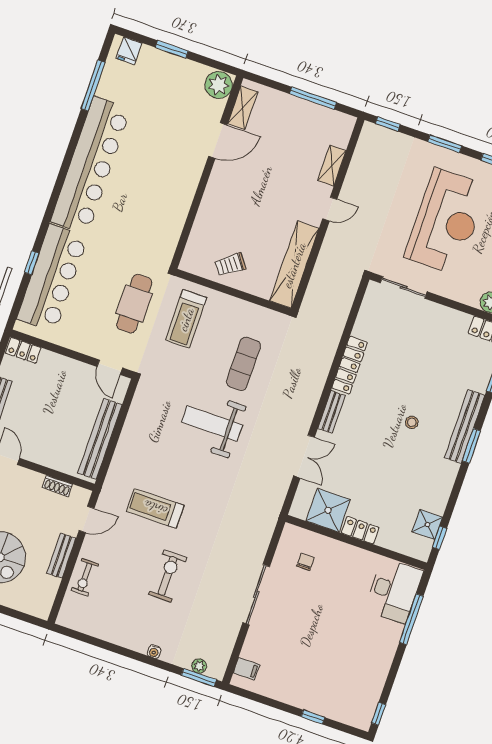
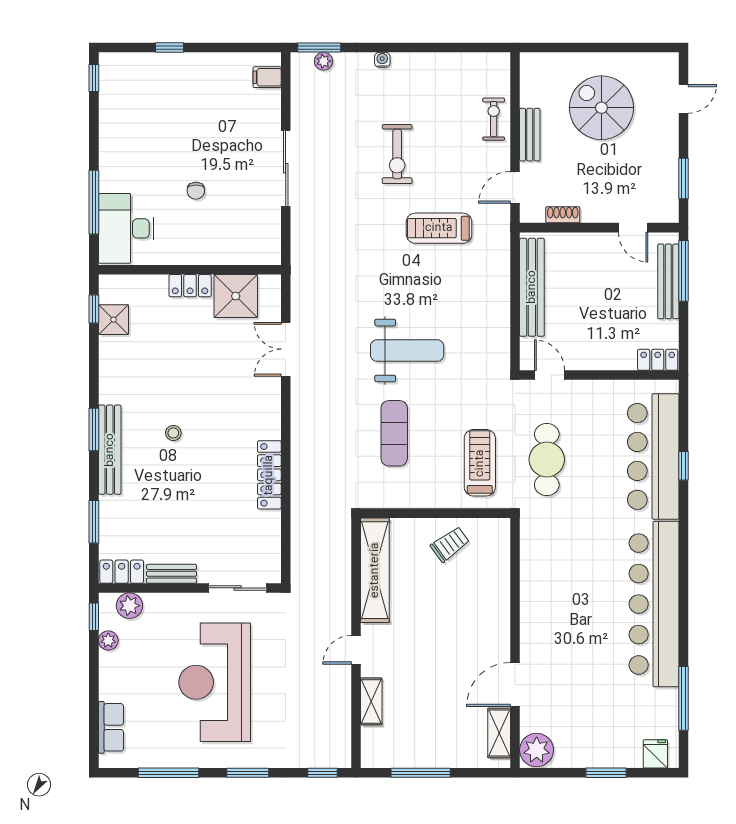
bench: (332, 412) -> (171, 574), moved, turned 90
treadmill: (155, 508) -> (439, 228), turned 180
chair: (305, 562) -> (196, 191), moved

